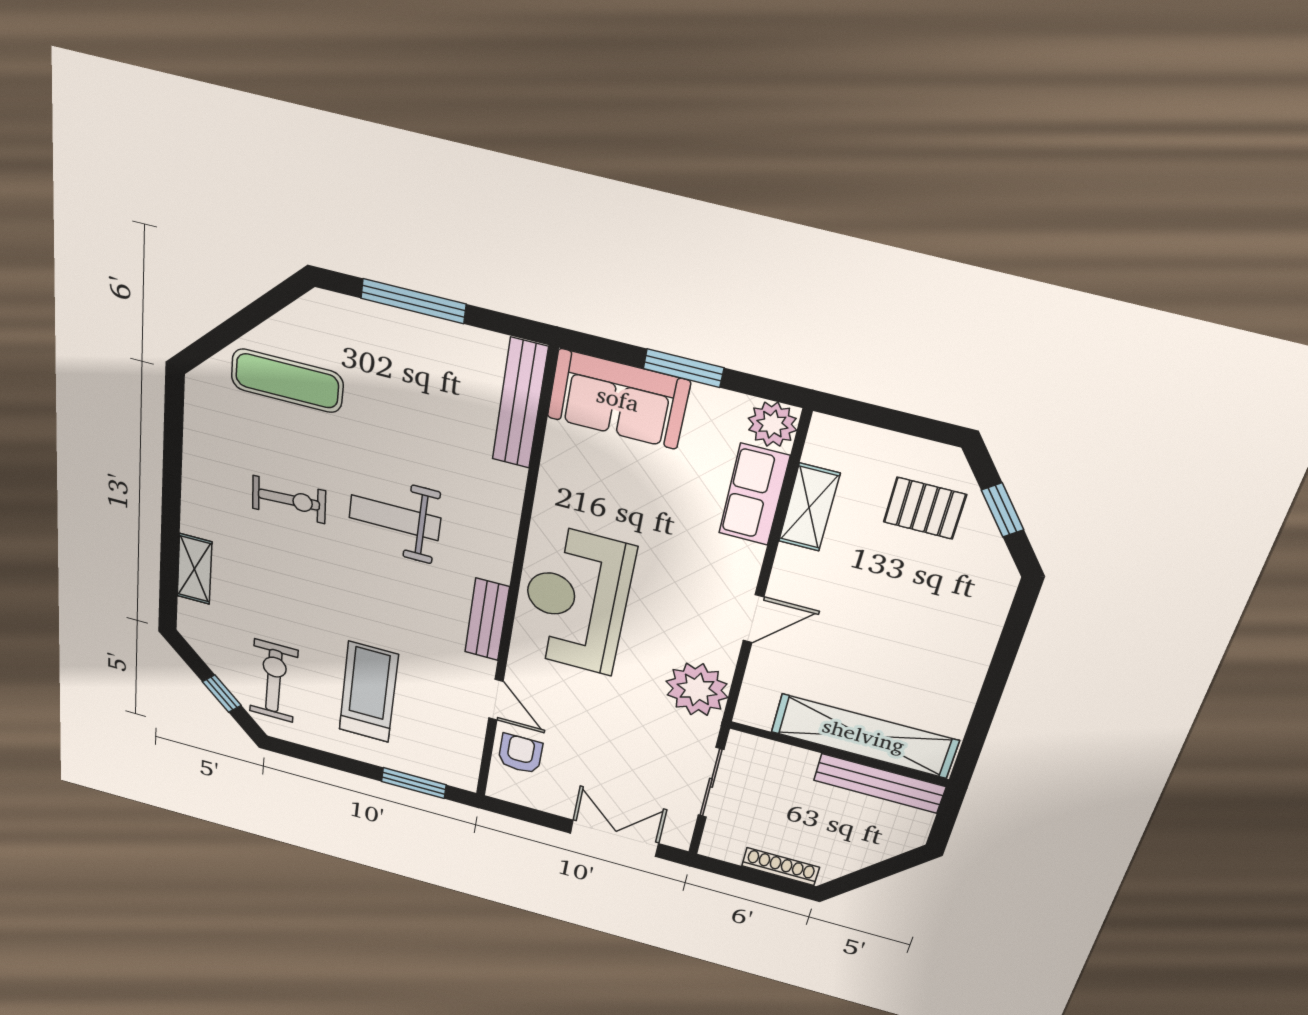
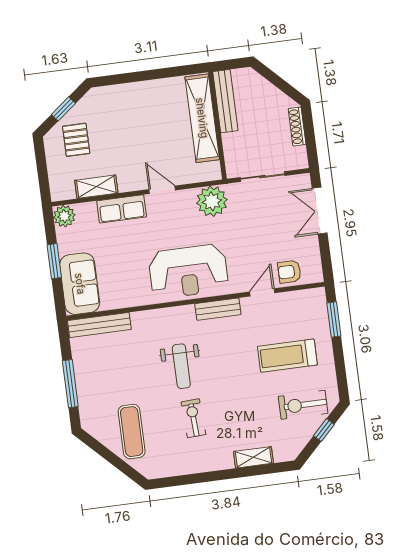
row of seats: (754, 495) -> (122, 209), moved

